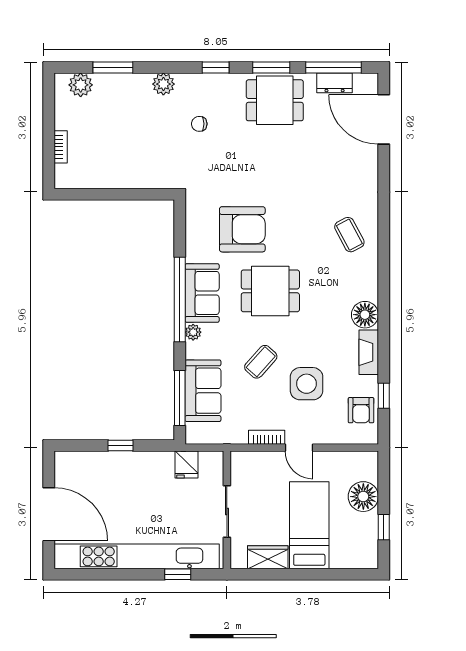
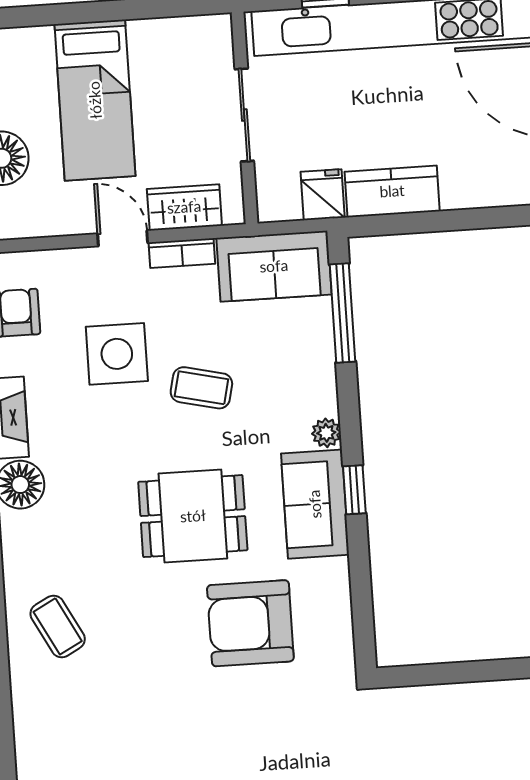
window: (180, 300) -> (354, 490), width x0.32
coffee table: (261, 362) -> (201, 388), turned 61
sofa: (203, 391) -> (274, 266), moved, turned -90
window: (121, 446) -> (443, 221), removed
kitchen counter: (148, 464) -> (392, 191), added
wardrobe: (268, 557) -> (184, 207), moved, turned 180

